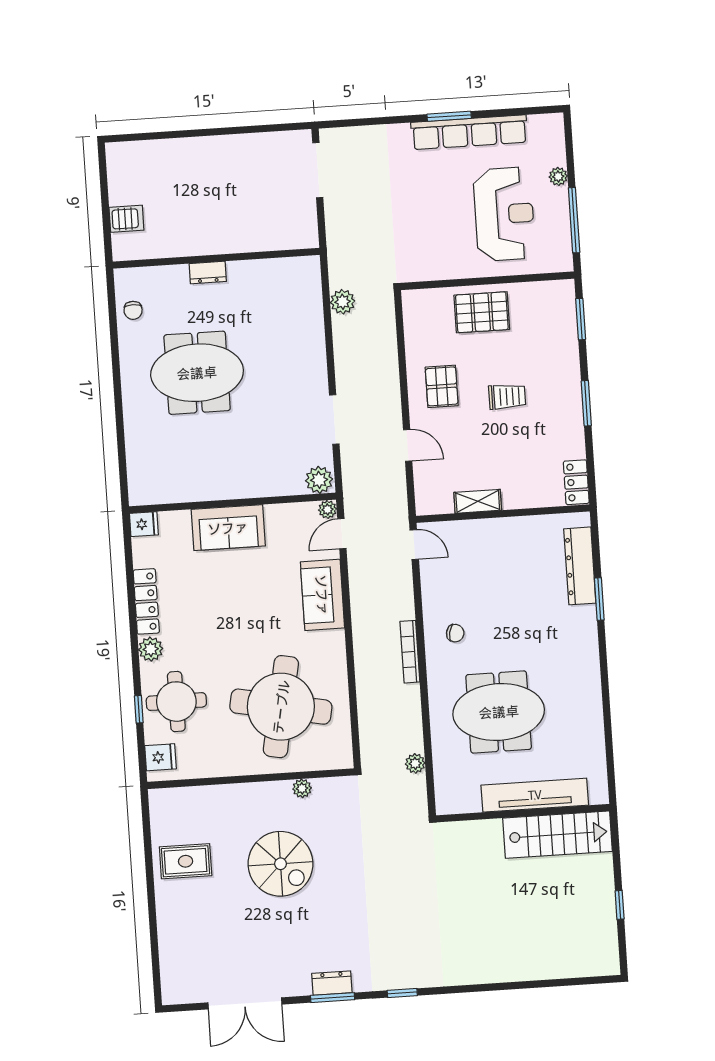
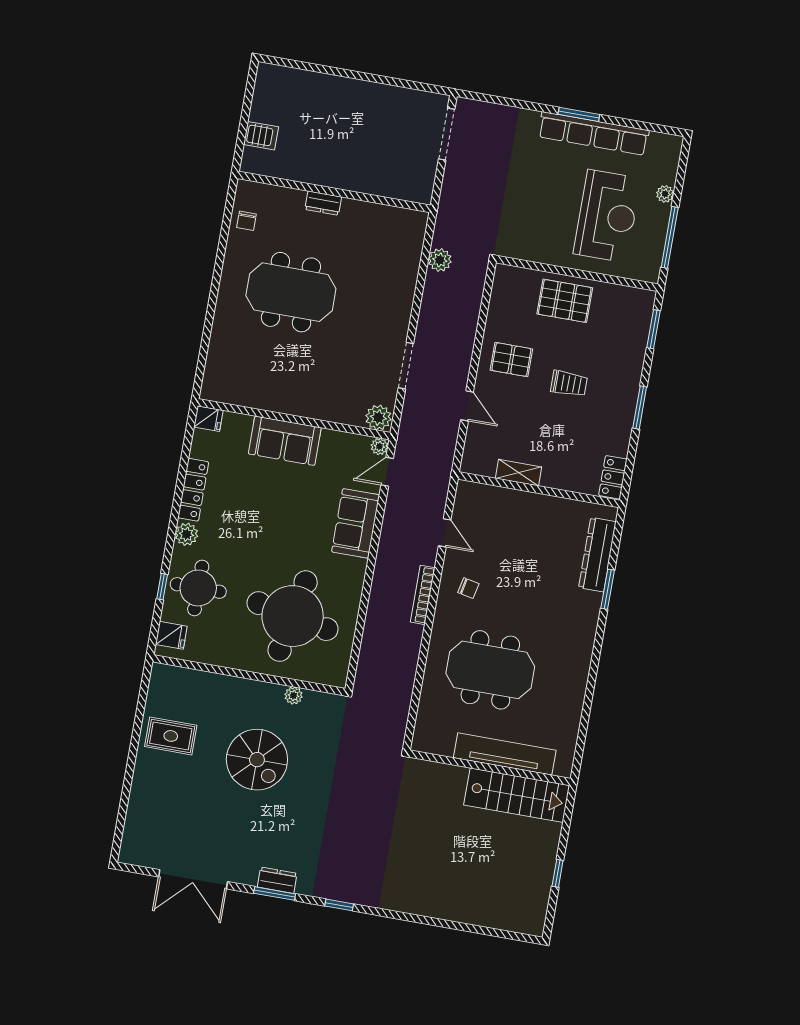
pallet: (442, 386) -> (511, 360), turned 90
door: (414, 545) -> (445, 533), moved
plant: (415, 763) -> (403, 698), removed

